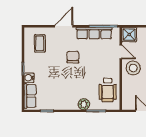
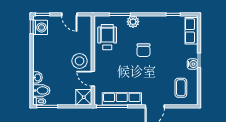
chair: (73, 57) -> (143, 50), moved
water cooler: (29, 78) -> (193, 64), moved

